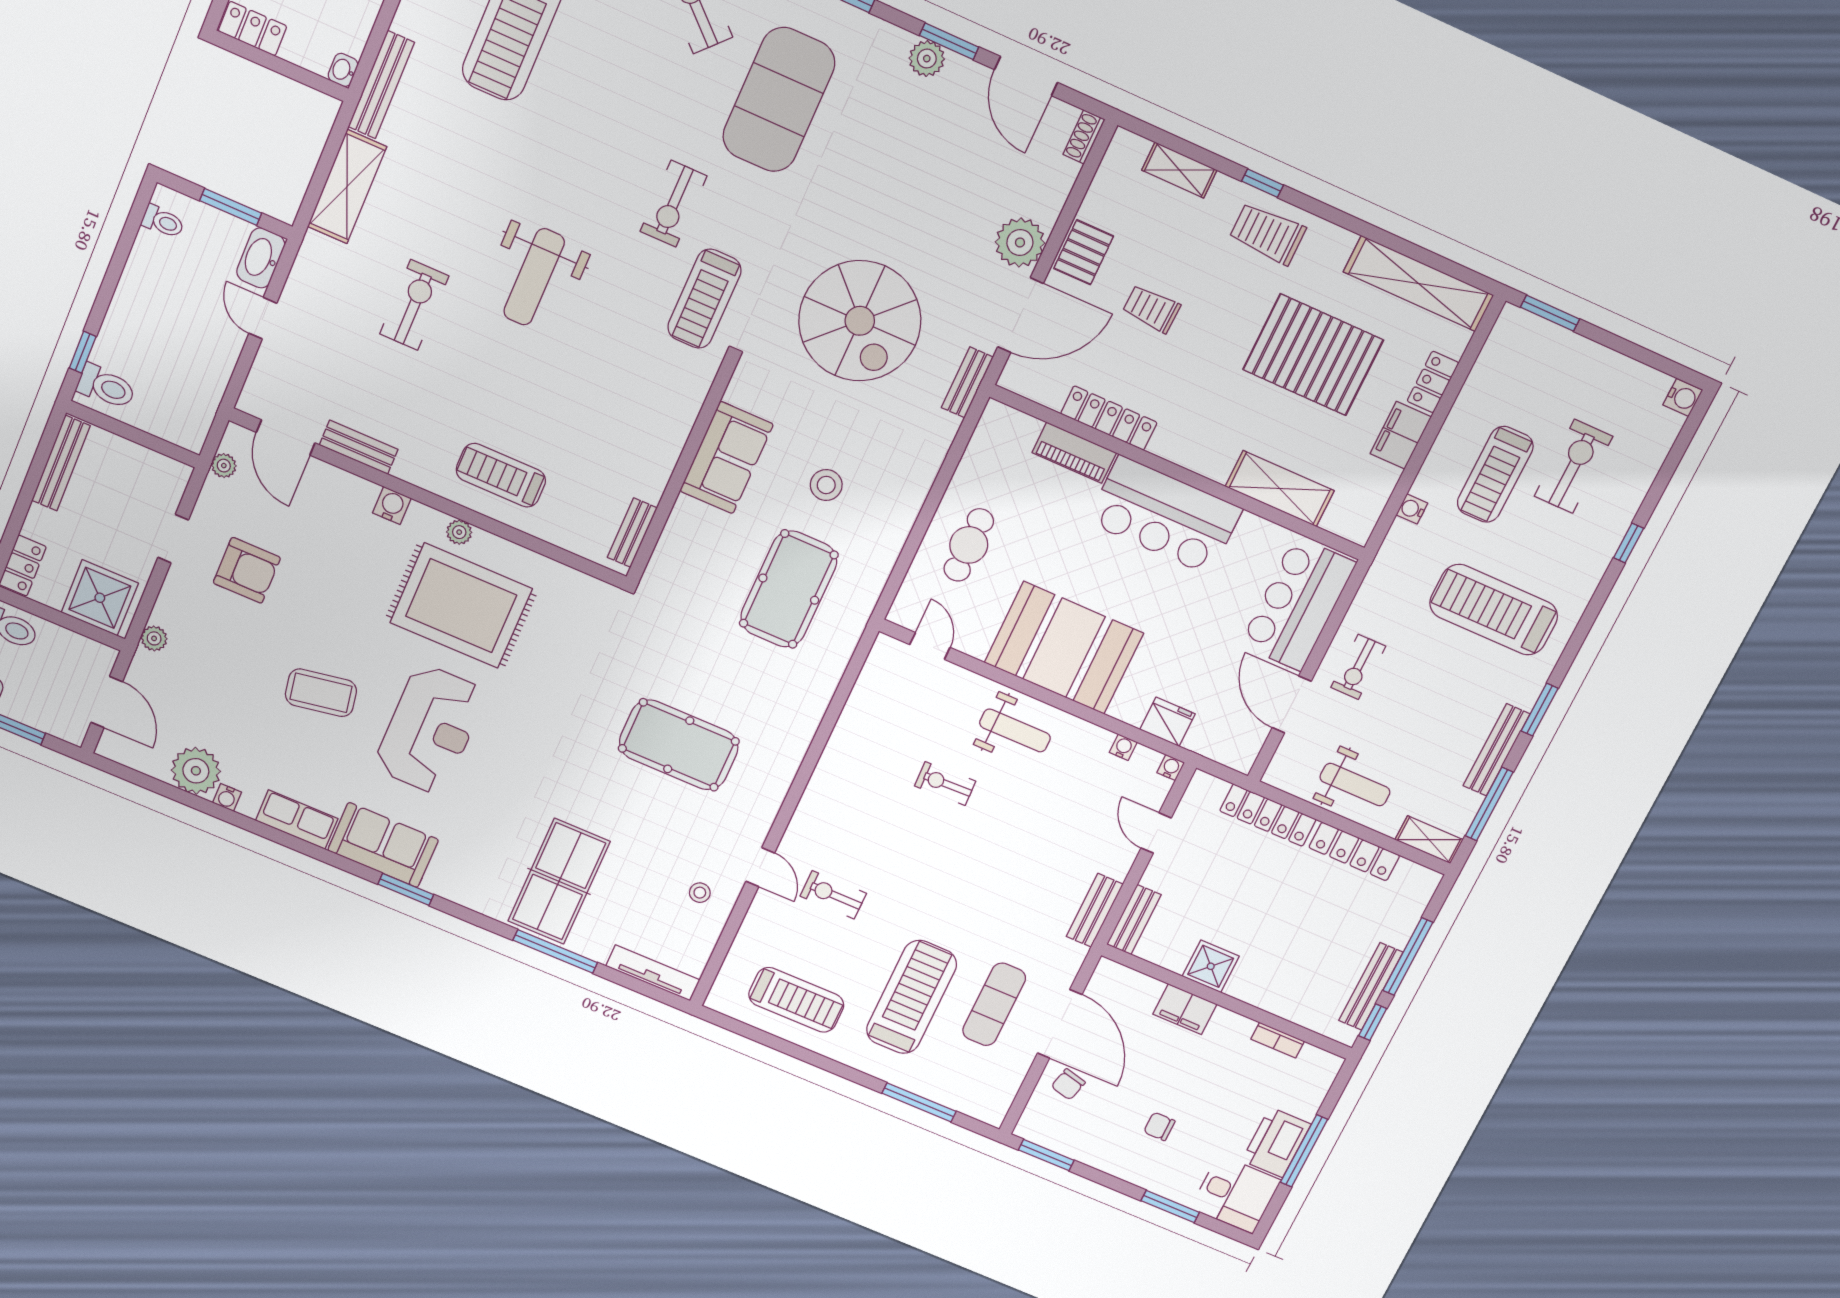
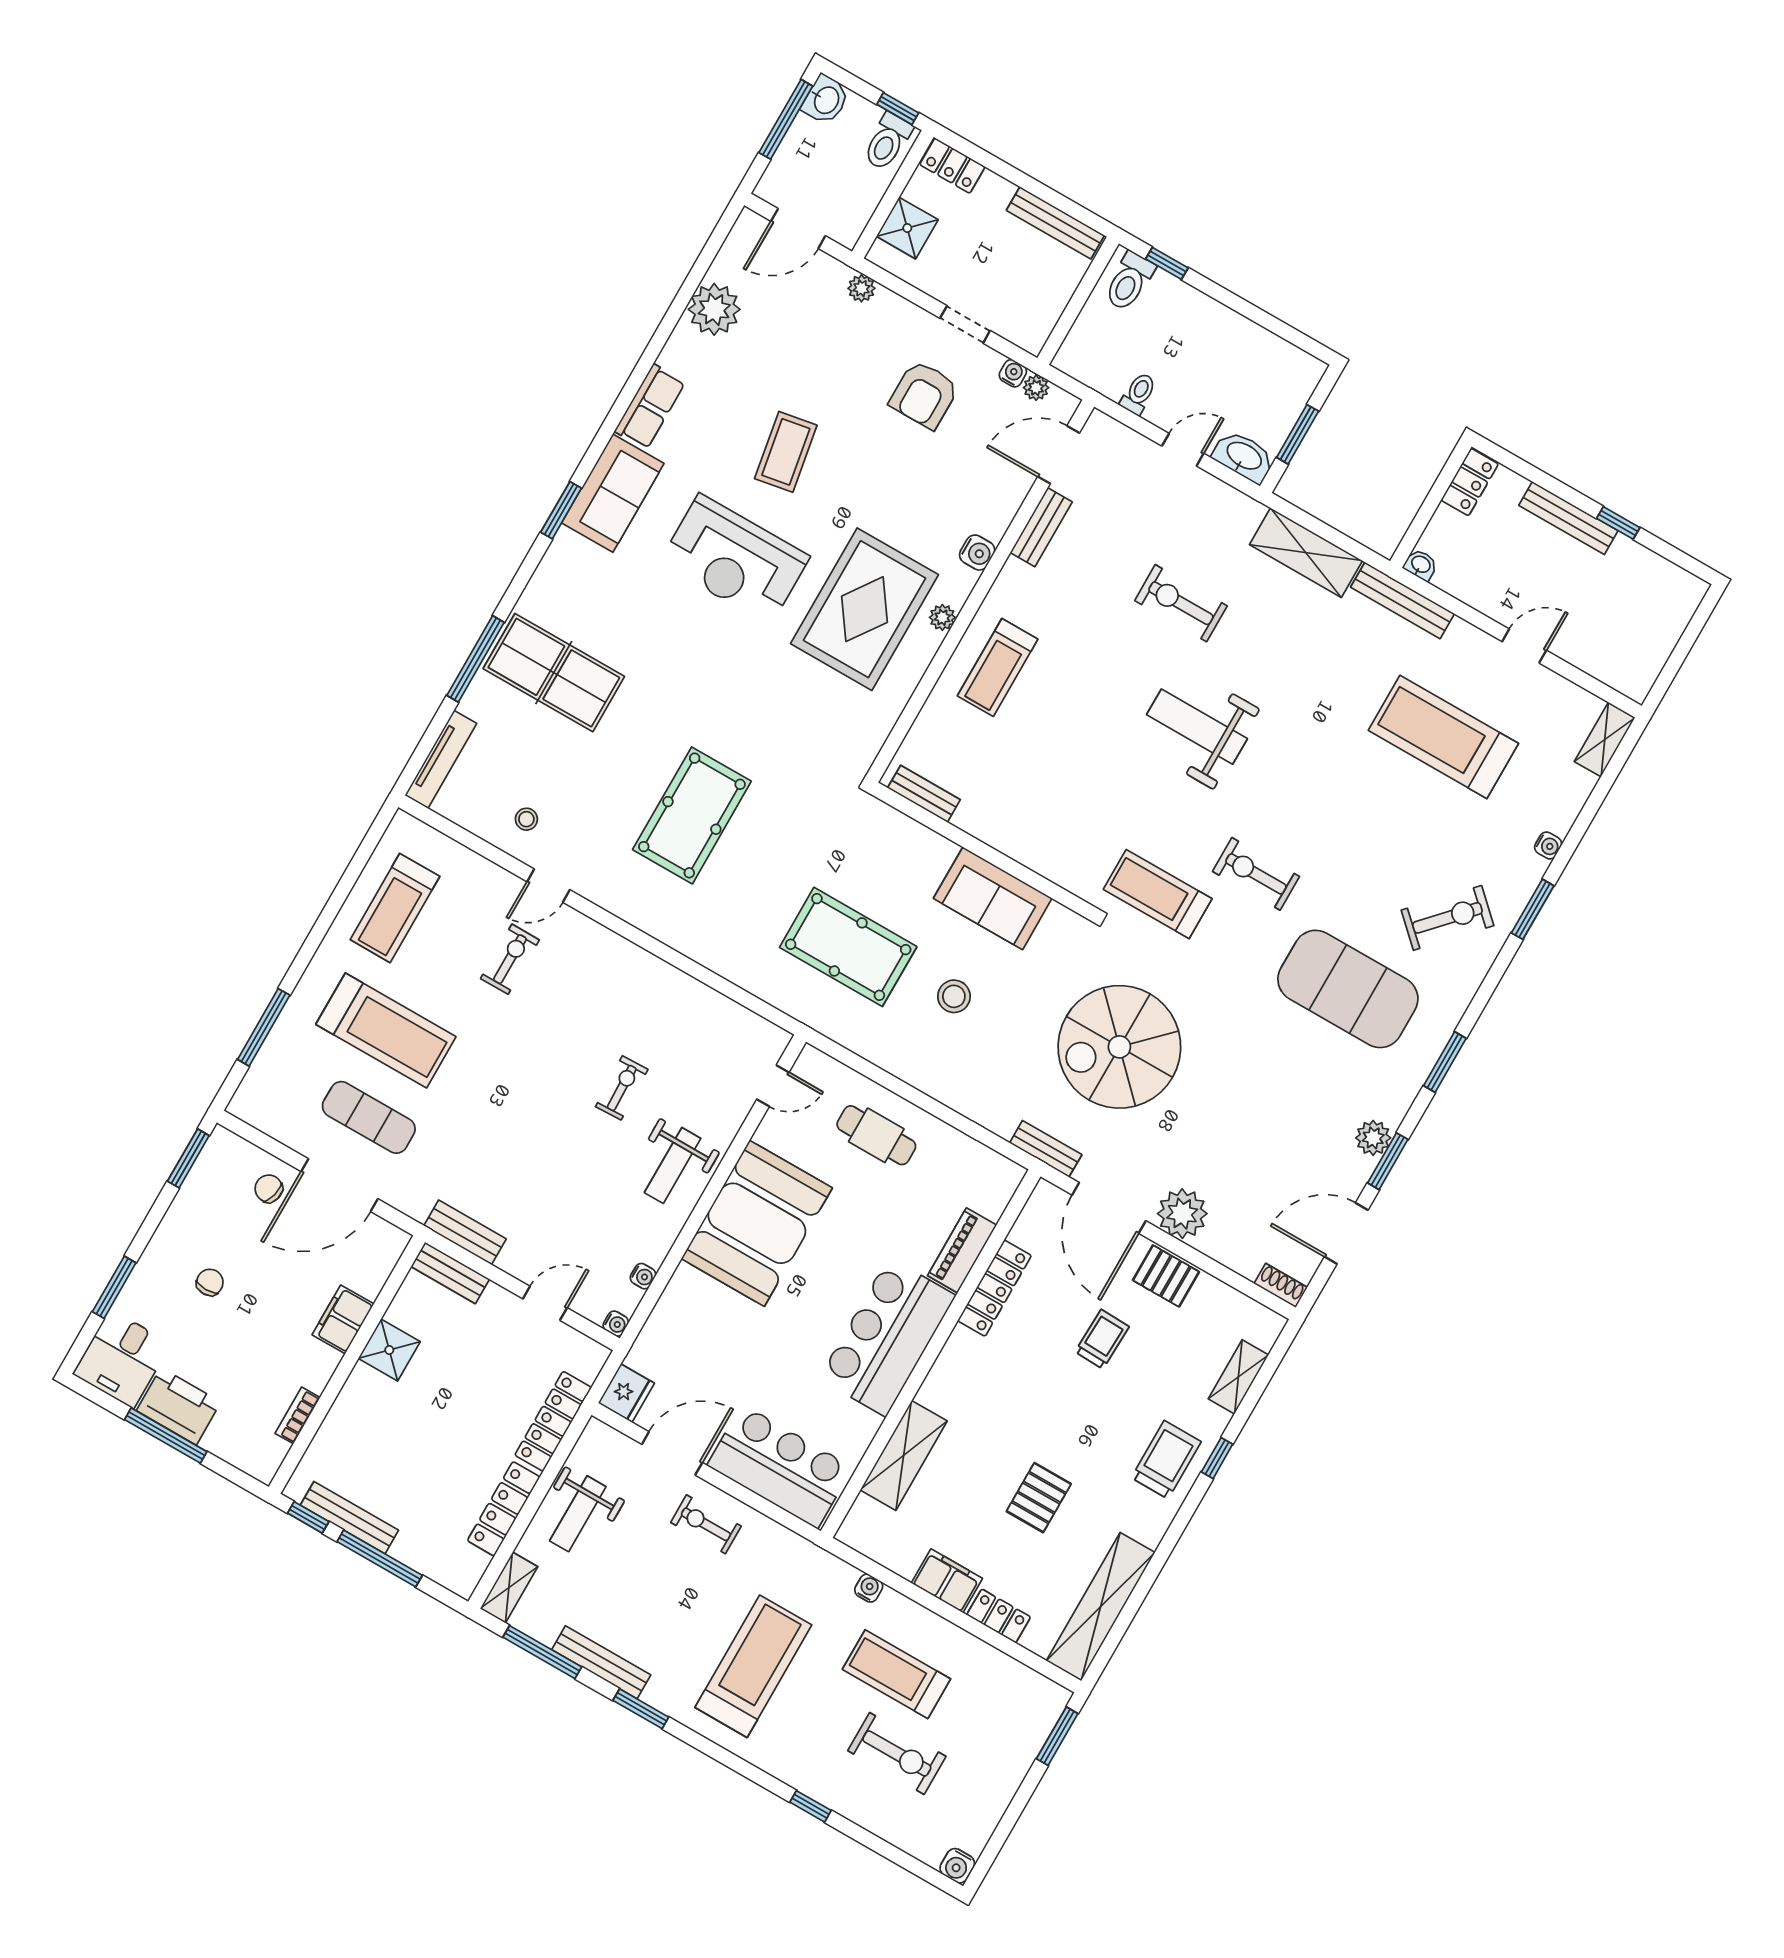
toilet: (163, 222) -> (1138, 394), moved, turned 180
exercise bike: (414, 305) -> (1181, 603), turned 180
pallet: (1313, 355) -> (1039, 1498), width x0.49, depth x0.50
treadmill: (501, 475) -> (998, 668), turned 180
shower: (100, 598) -> (907, 228), width x0.73, depth x0.73
fridge: (1167, 722) -> (626, 1393), moved
water cooler: (227, 797) -> (1013, 373), moved, turned 90

